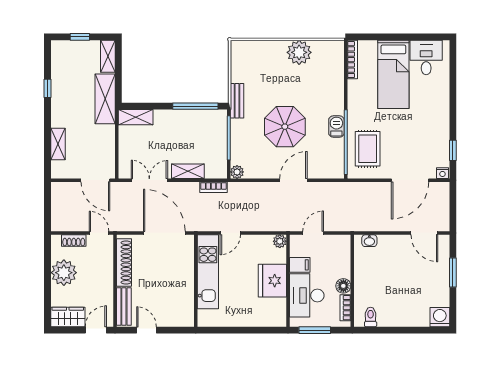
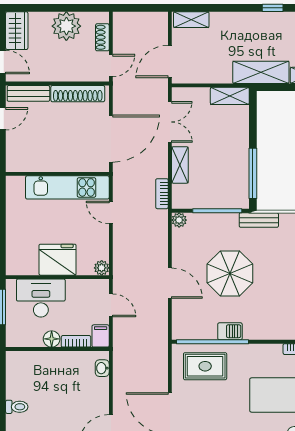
shelving: (136, 117) -> (230, 96), moved, turned 90
shelving: (58, 144) -> (191, 20), moved
filing cabinet: (300, 265) -> (101, 336), moved, turned 180
bookcase: (345, 308) -> (76, 341), moved
toilet: (371, 317) -> (17, 407), moved

